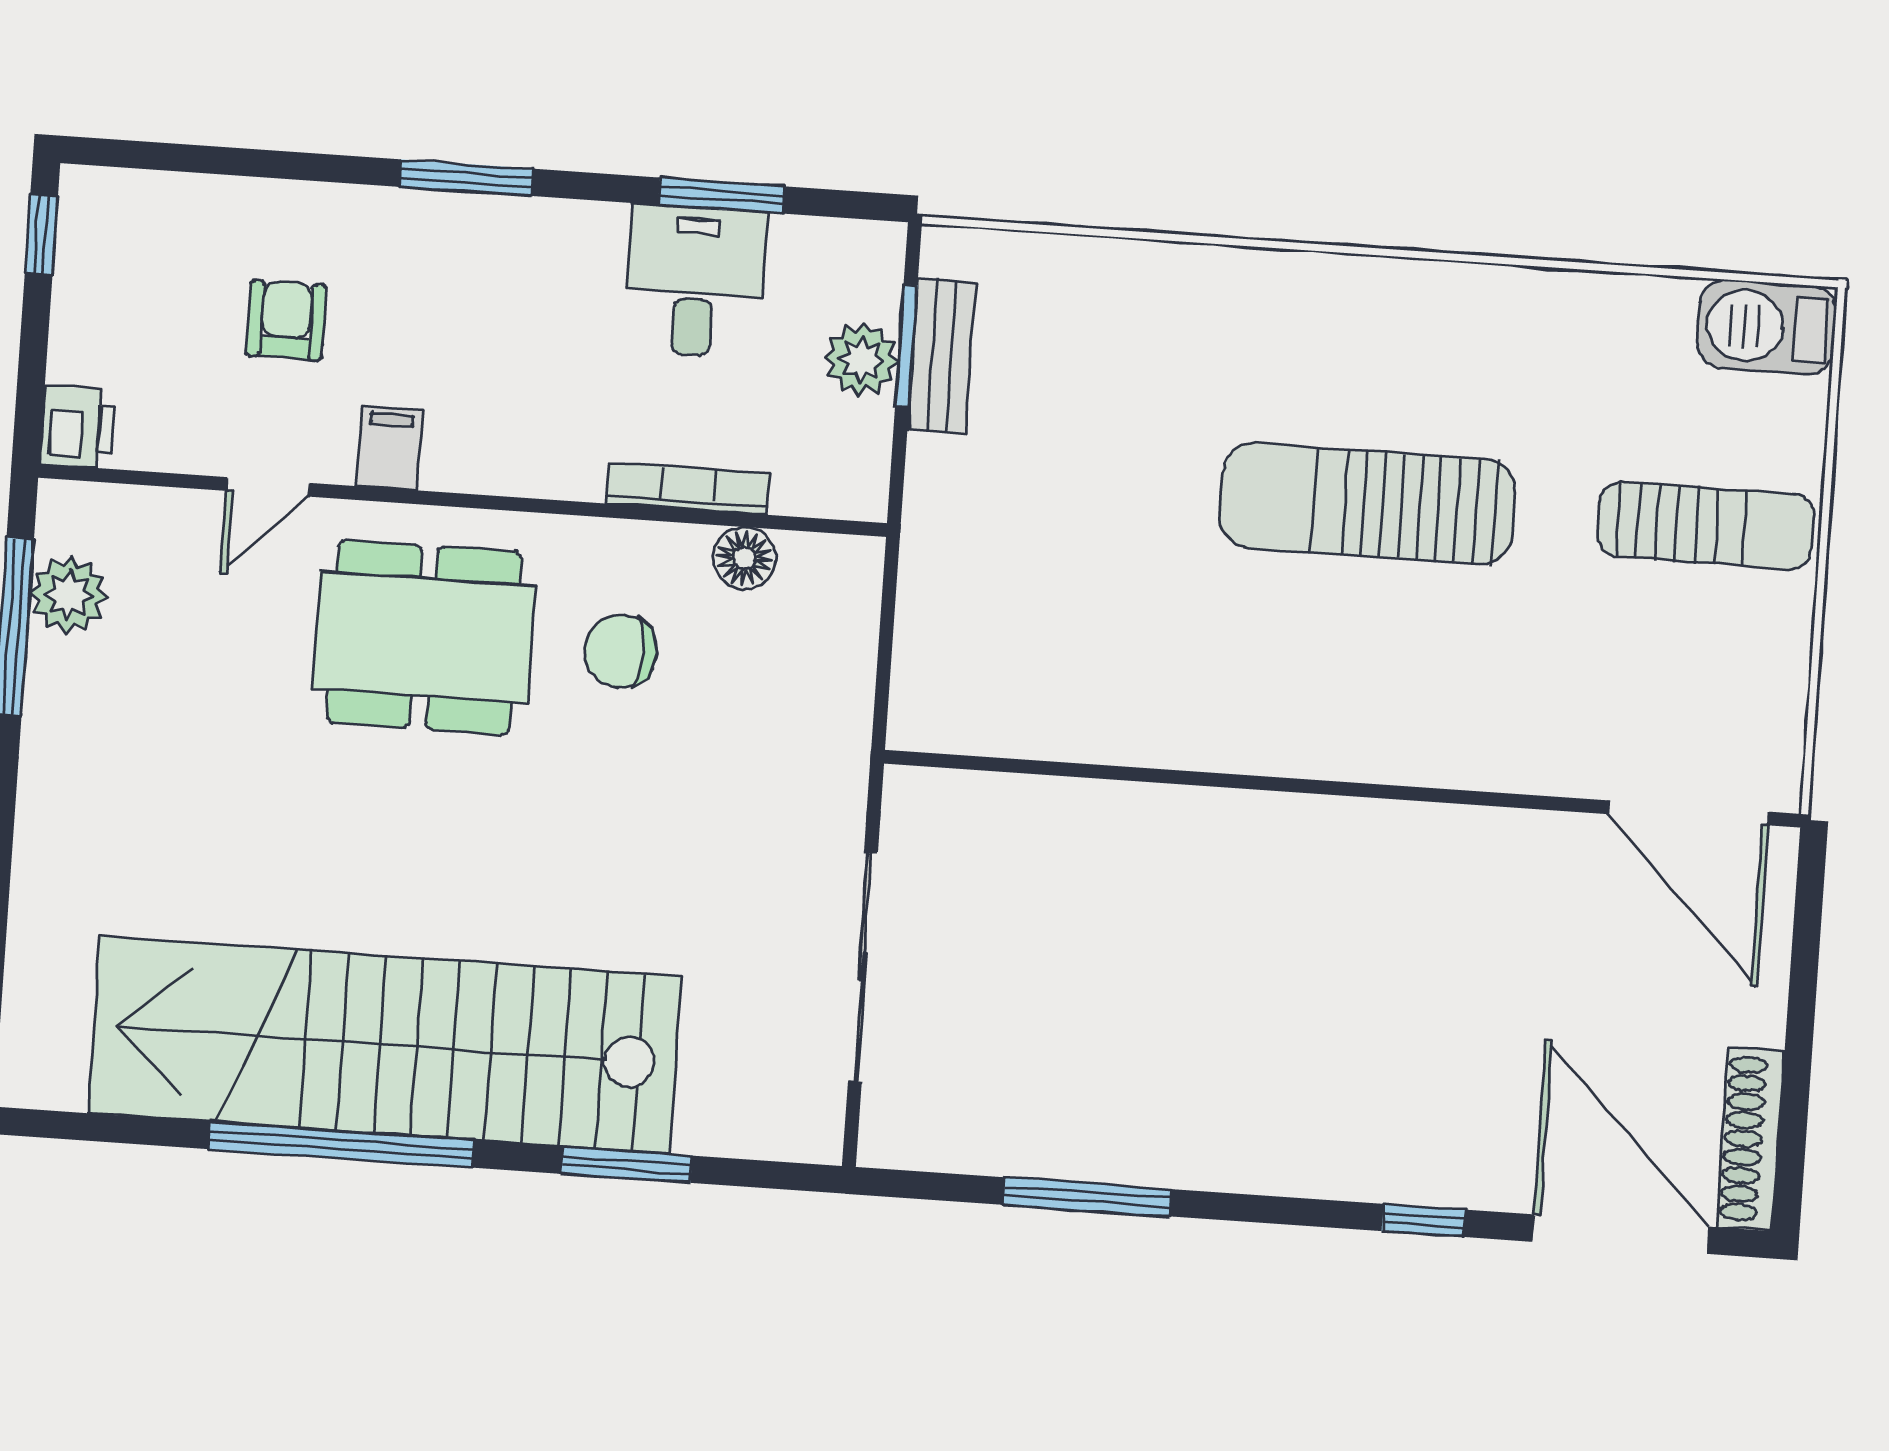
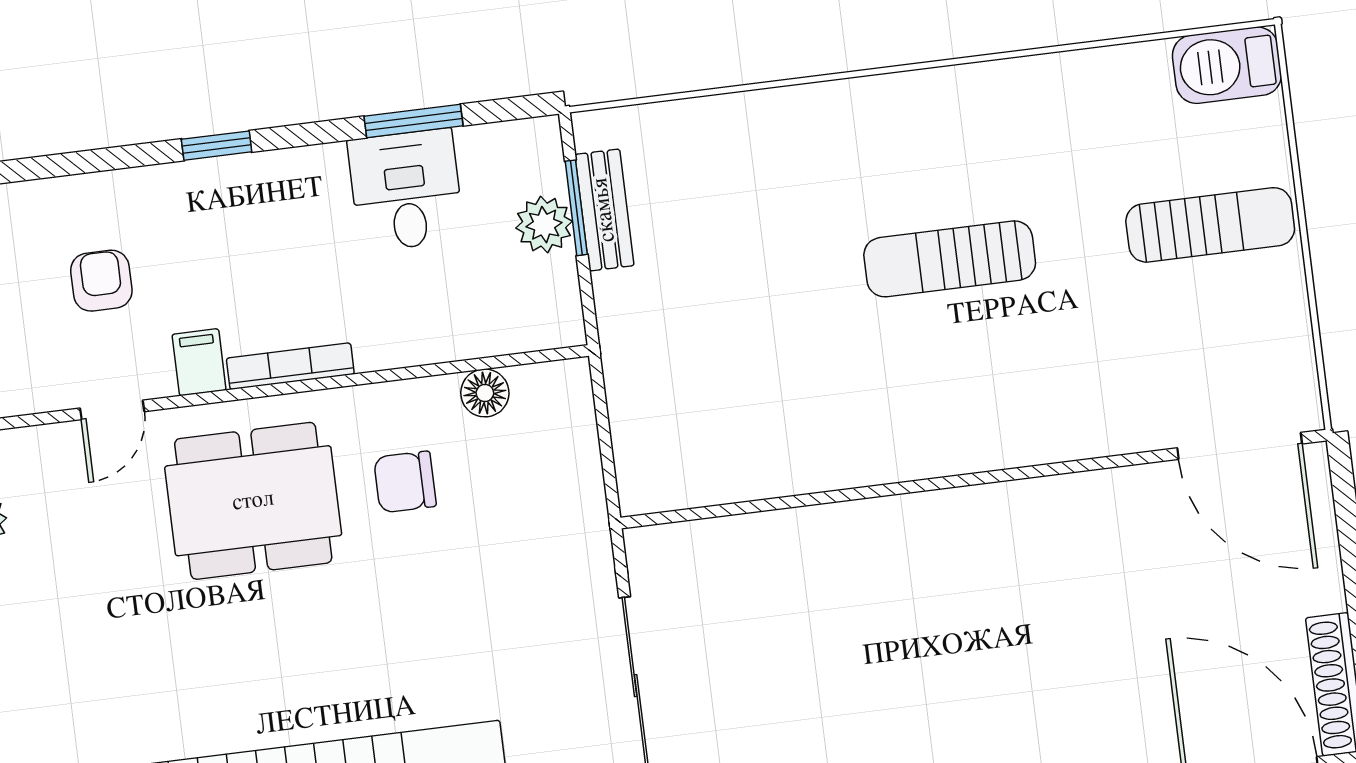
window: (466, 178) -> (217, 146), width x0.67
bookcase: (688, 489) -> (290, 366), moved
sun lounger: (1367, 504) -> (950, 259), width x0.73, depth x0.75

